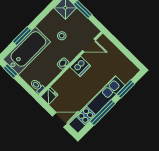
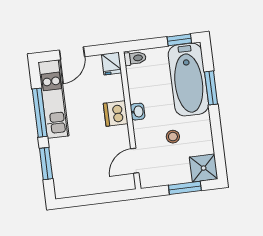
dishwasher: (80, 66) -> (116, 114), moved
kitchen unit: (97, 104) -> (54, 99), width x0.73

